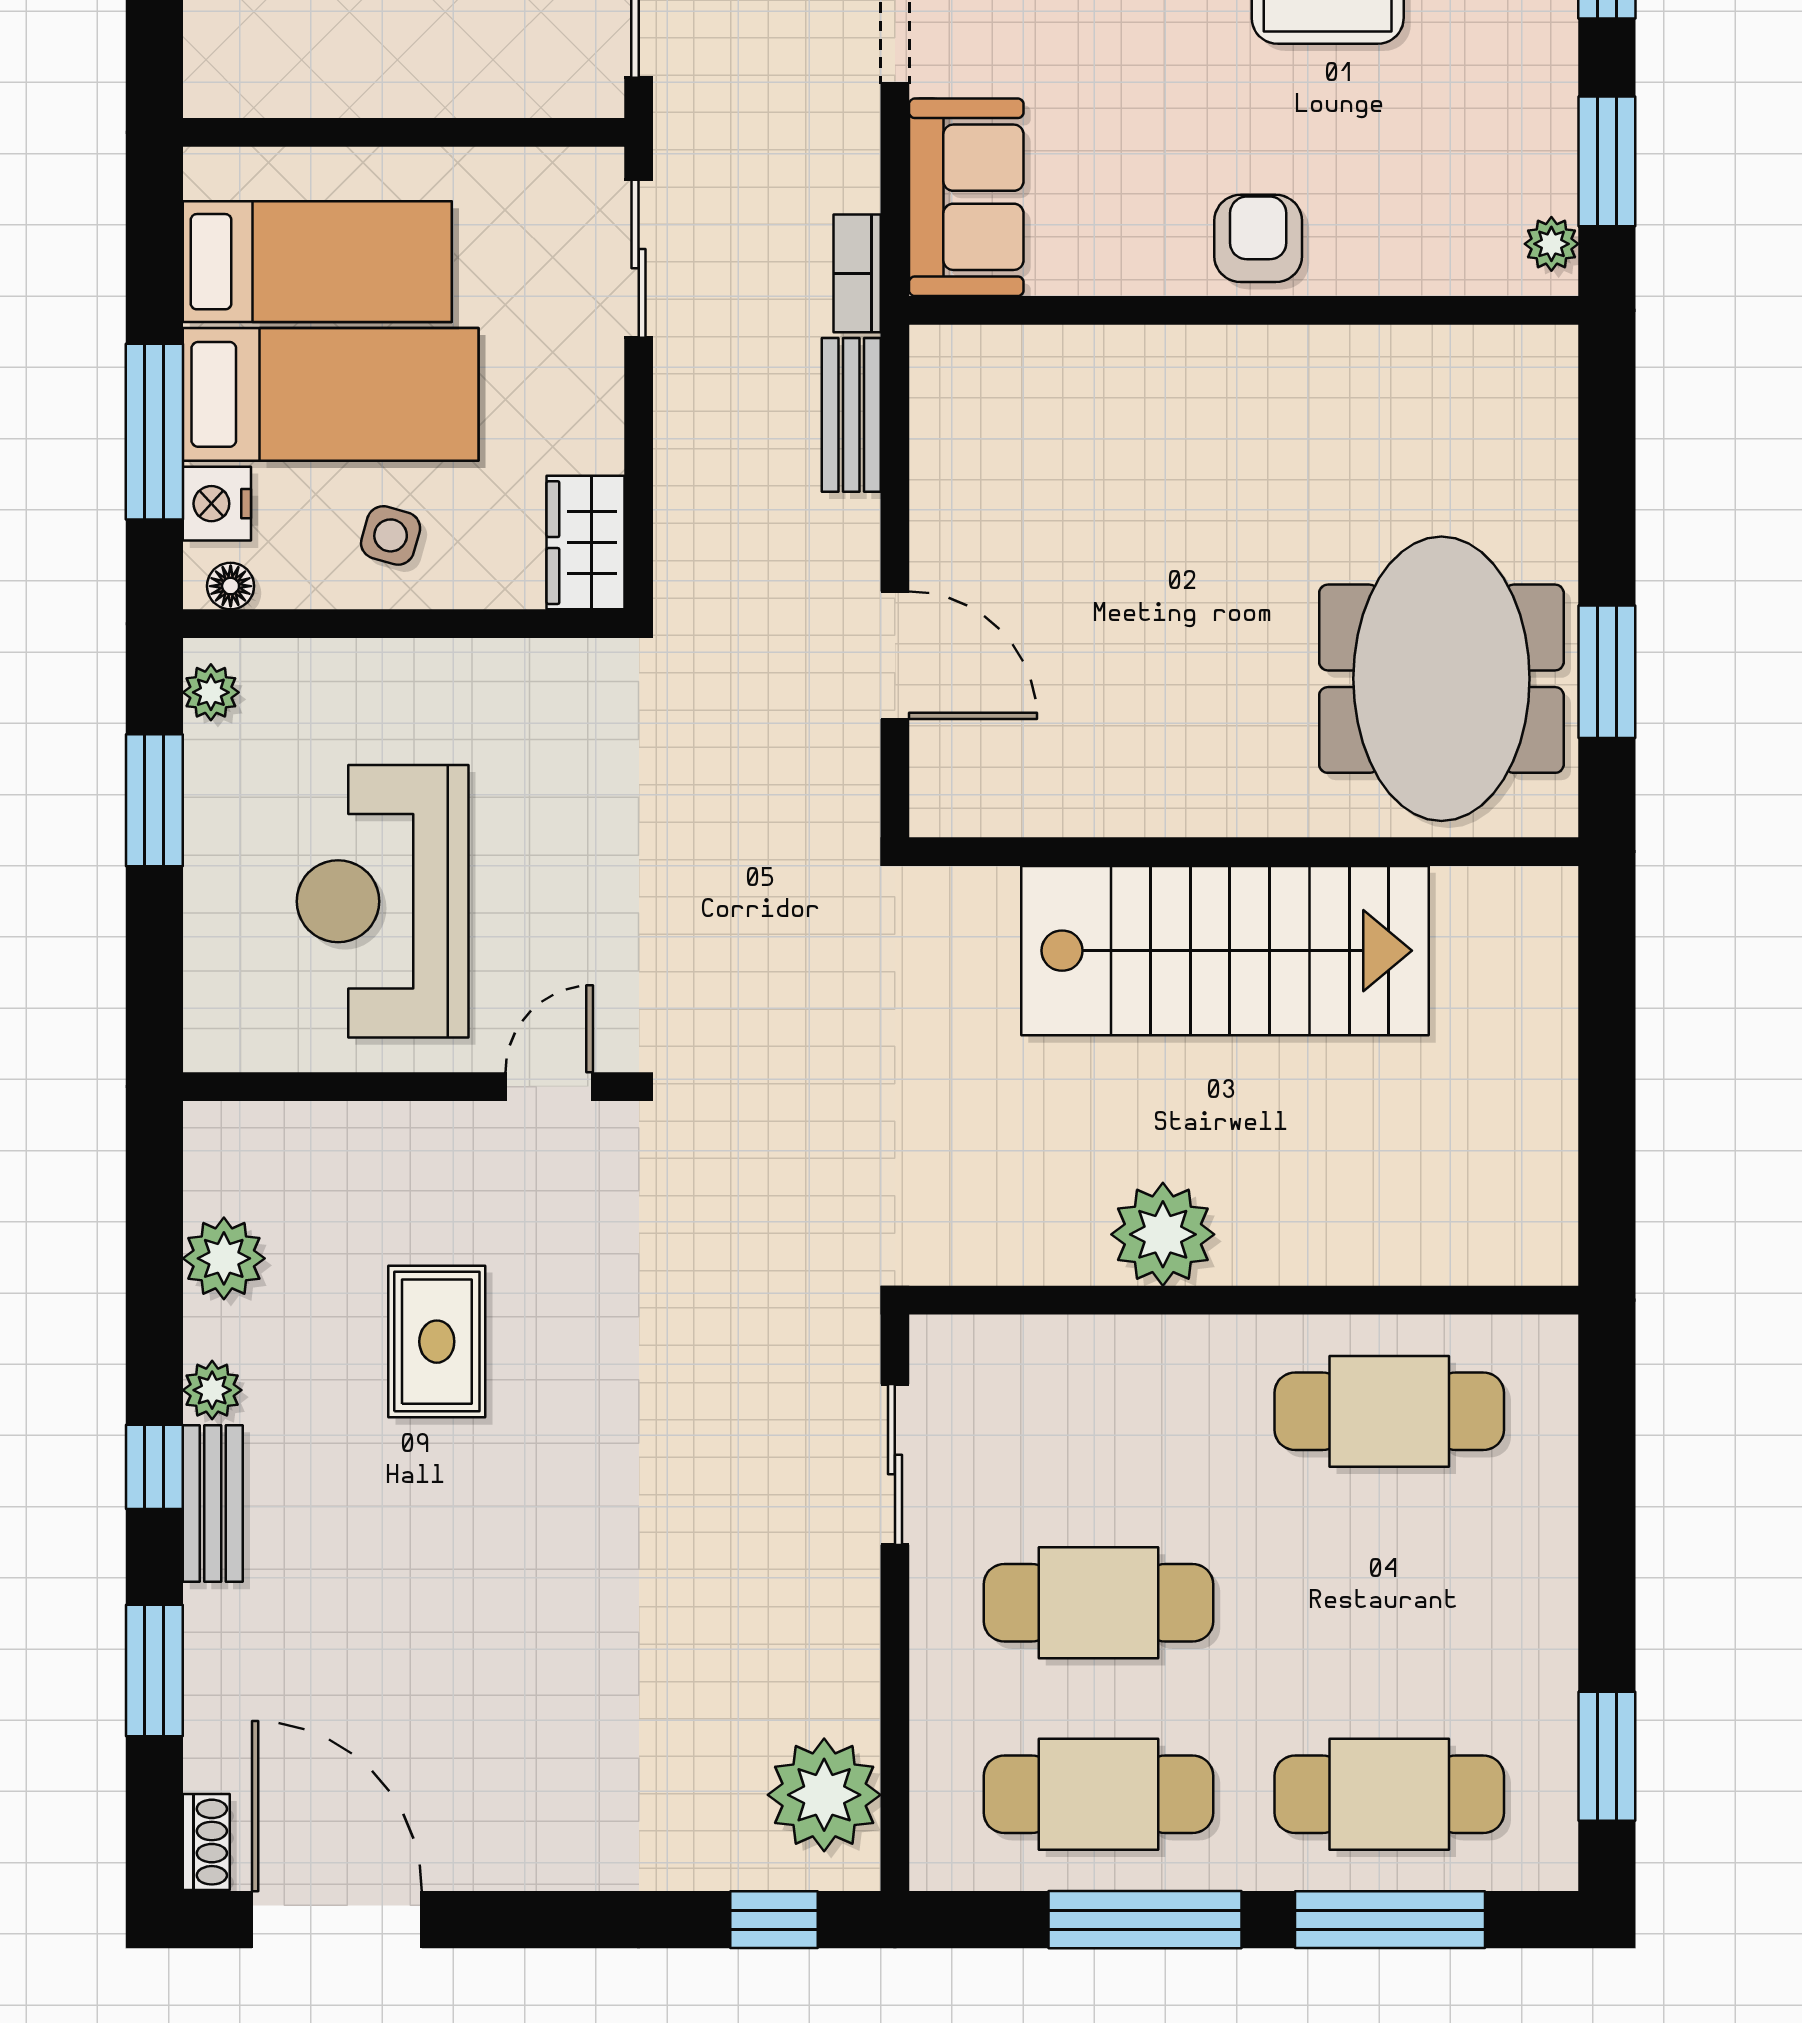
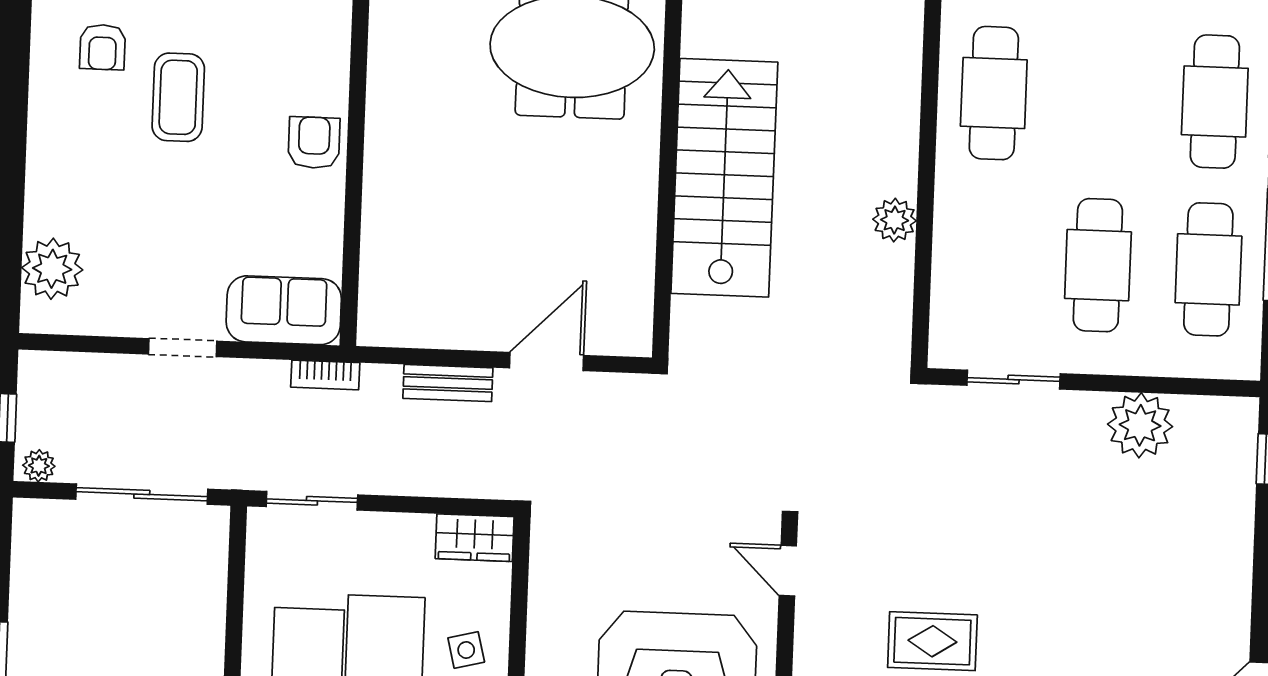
armchair: (1258, 238) -> (314, 143), turned 90
bench: (851, 415) -> (448, 383), moved
side table: (391, 535) -> (466, 650), turned -30
plant: (1163, 1234) -> (895, 220), width x0.73, depth x0.73
plant: (824, 1795) -> (1140, 425), moved

